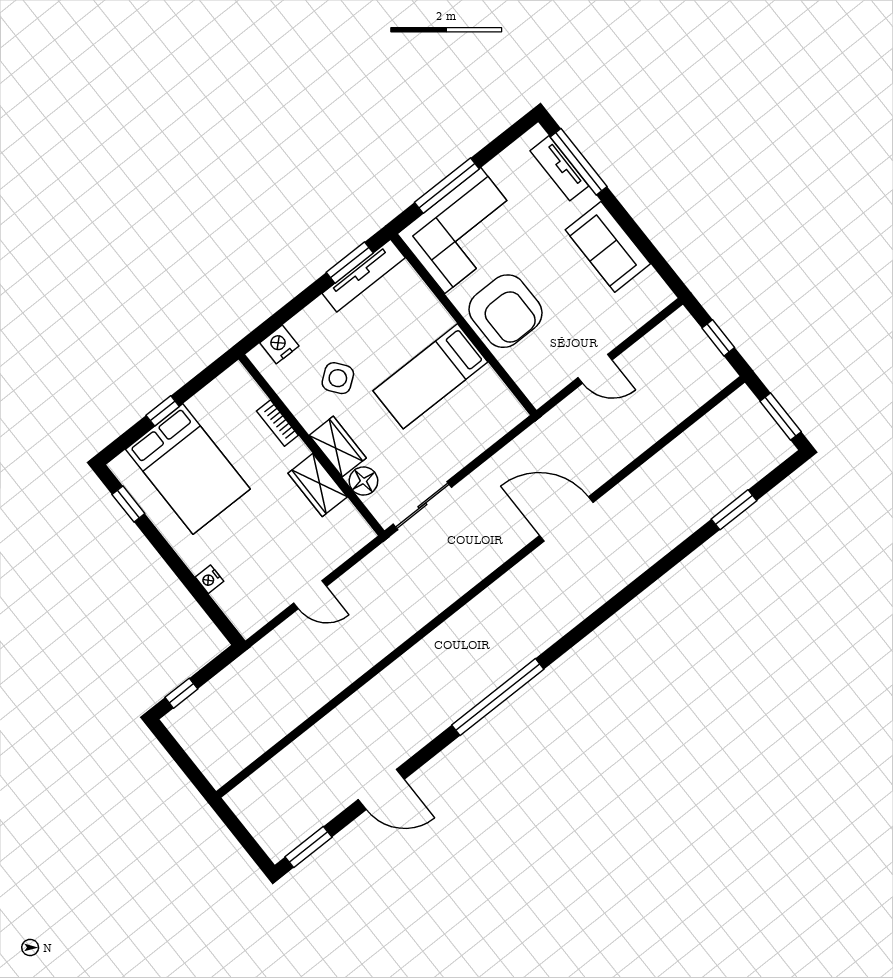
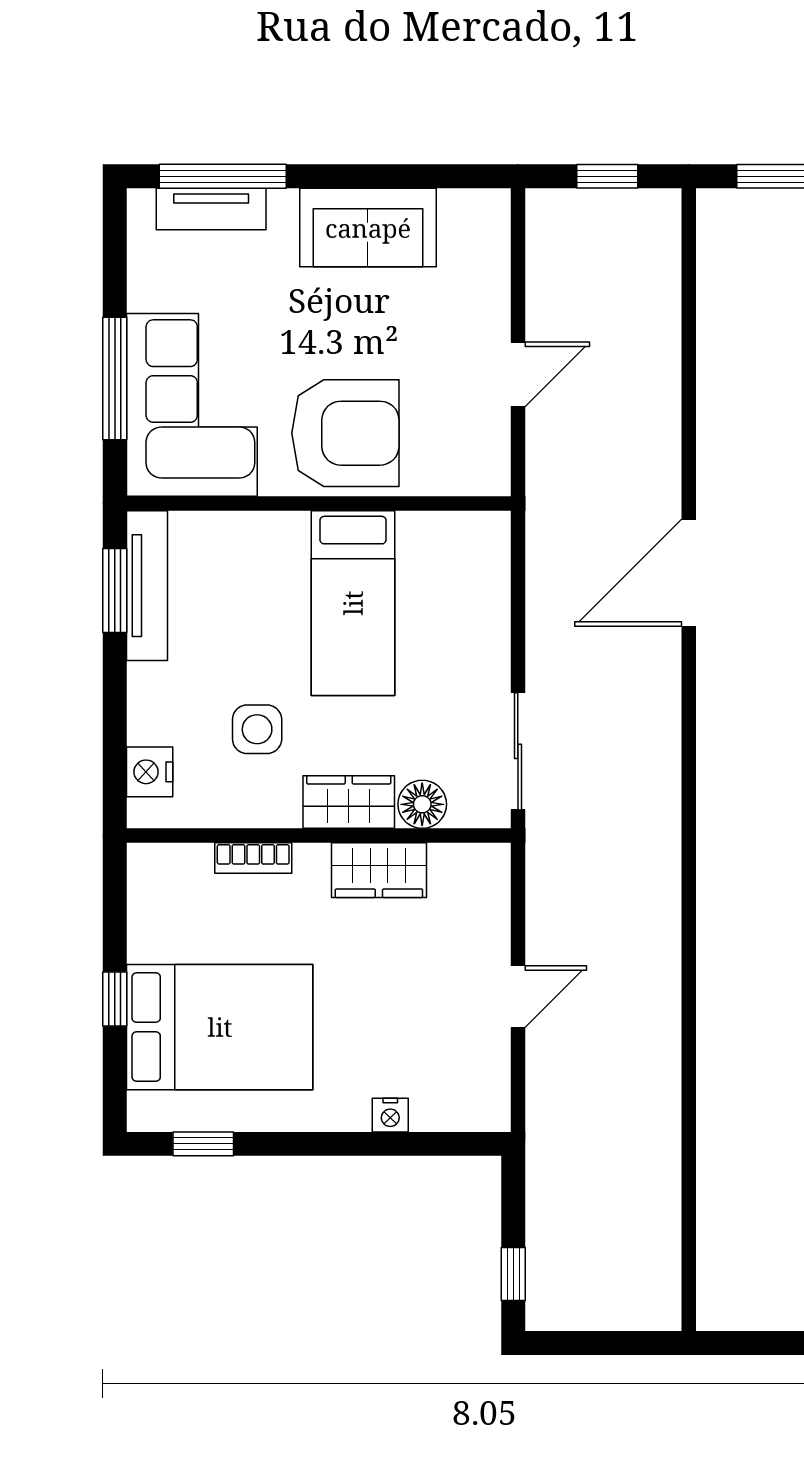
side table: (338, 378) -> (257, 729), turned 37

